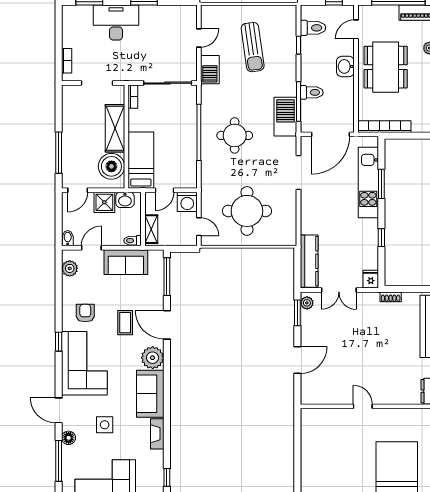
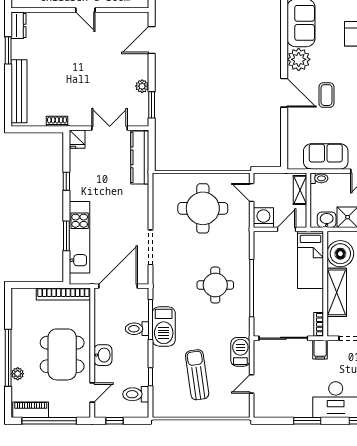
filing cabinet: (131, 72) -> (320, 350), added
barbecue: (285, 117) -> (164, 326), moved
window: (167, 277) -> (284, 142), removed
plant: (307, 303) -> (142, 86), moved
door: (297, 360) -> (152, 40), moved

